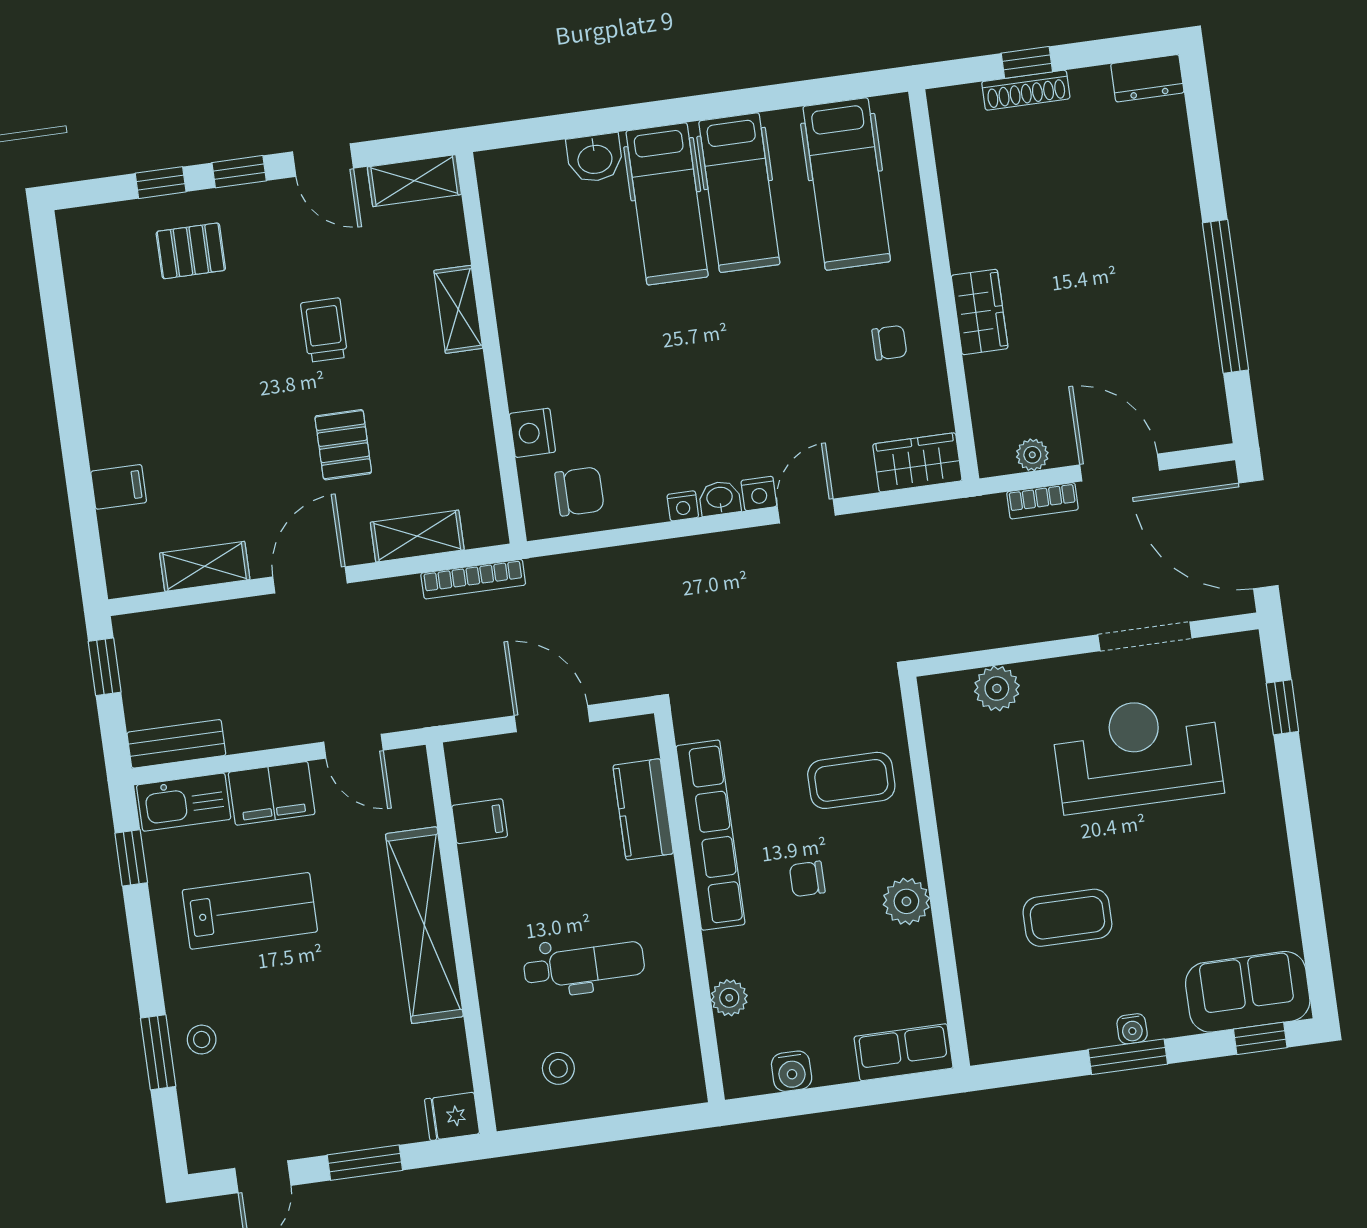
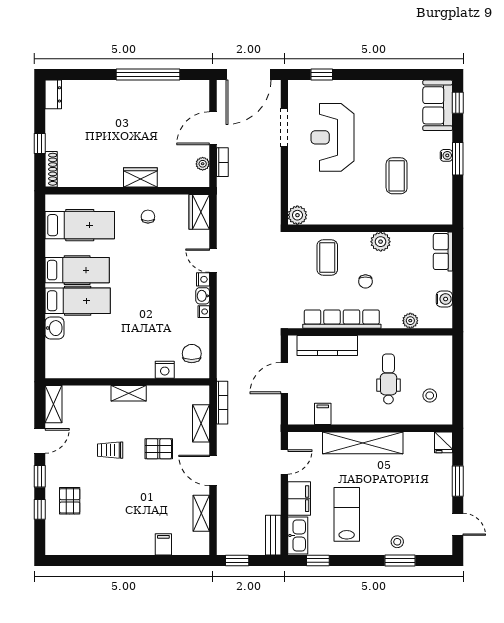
shoe rack: (1026, 90) -> (51, 169), moved
shelving: (458, 309) -> (129, 393), moved
plant: (997, 688) -> (297, 215), moved
kitchen counter: (643, 809) -> (327, 345), width x1.50

